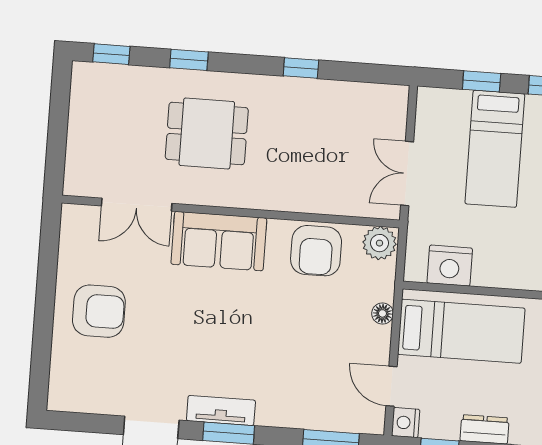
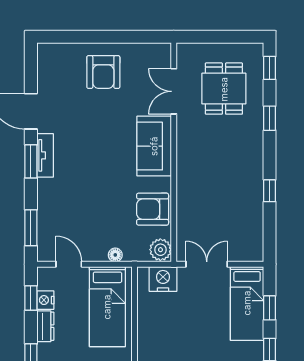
dining table: (207, 133) -> (224, 89), moved
bed: (495, 149) -> (247, 303), moved, turned -90
nightstand: (450, 266) -> (163, 279), moved, turned 90
door: (391, 386) -> (69, 264), hinge flipped
nightstand: (406, 423) -> (45, 300), moved, turned -90

